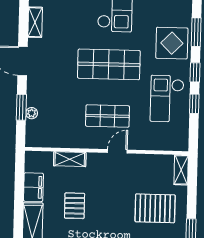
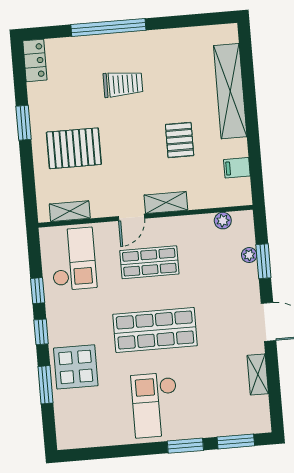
checkout: (167, 99) -> (73, 259), moved
plant: (49, 141) -> (223, 221), added
shelving: (70, 159) -> (166, 203), moved
shelving: (181, 170) -> (70, 211), moved, turned 90
filing cabinet: (33, 187) -> (237, 168), width x0.50

